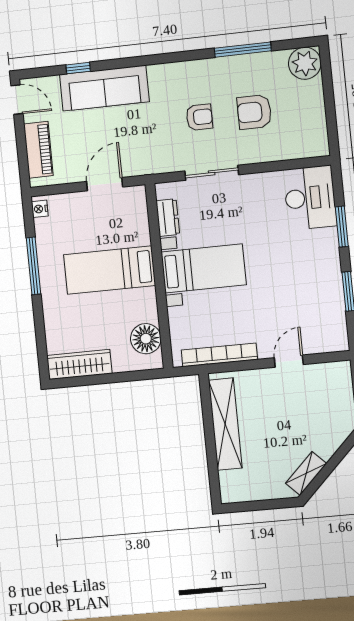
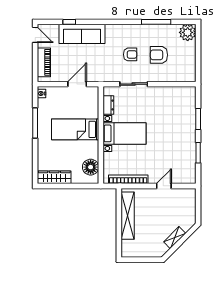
desk: (310, 198) -> (183, 102), removed
shelving: (306, 473) -> (175, 238), moved

